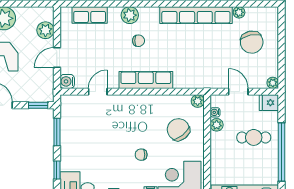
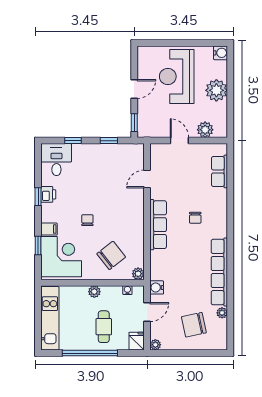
plant: (130, 15) -> (219, 209), removed
water cooler: (67, 81) -> (157, 287), moved, turned -90
door: (98, 92) -> (147, 179), swing flipped
plant: (217, 125) -> (94, 292), moved
window: (57, 132) -> (109, 141), width x0.67

